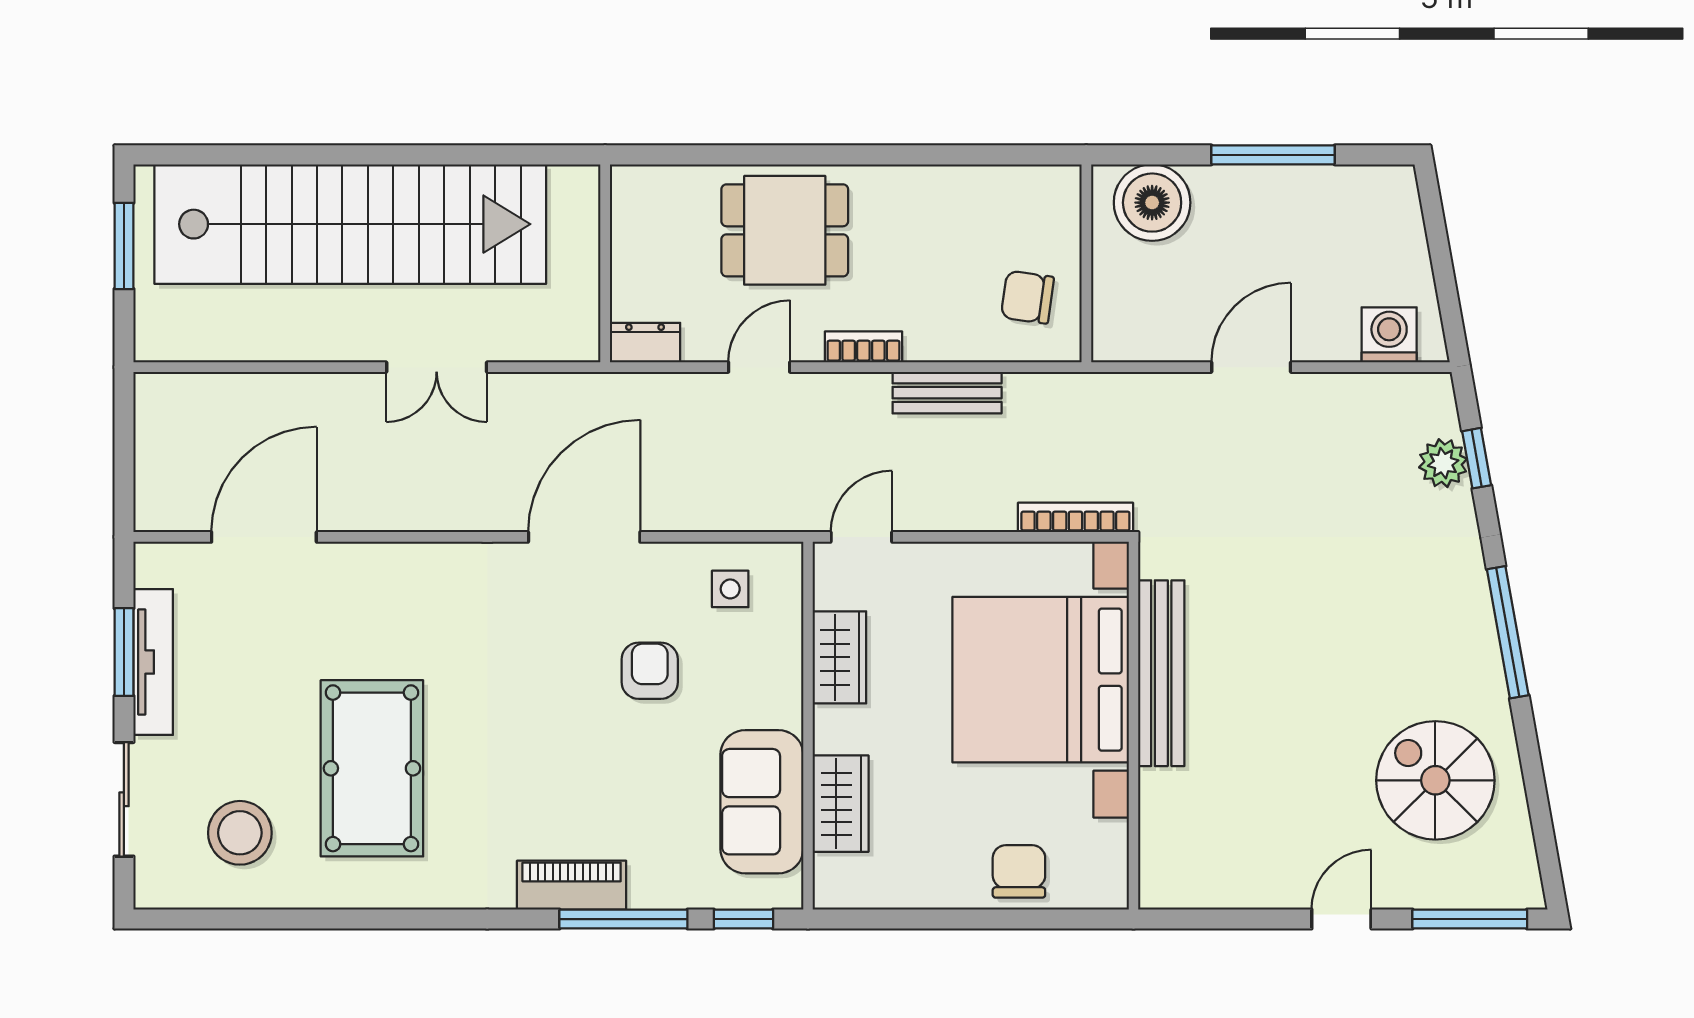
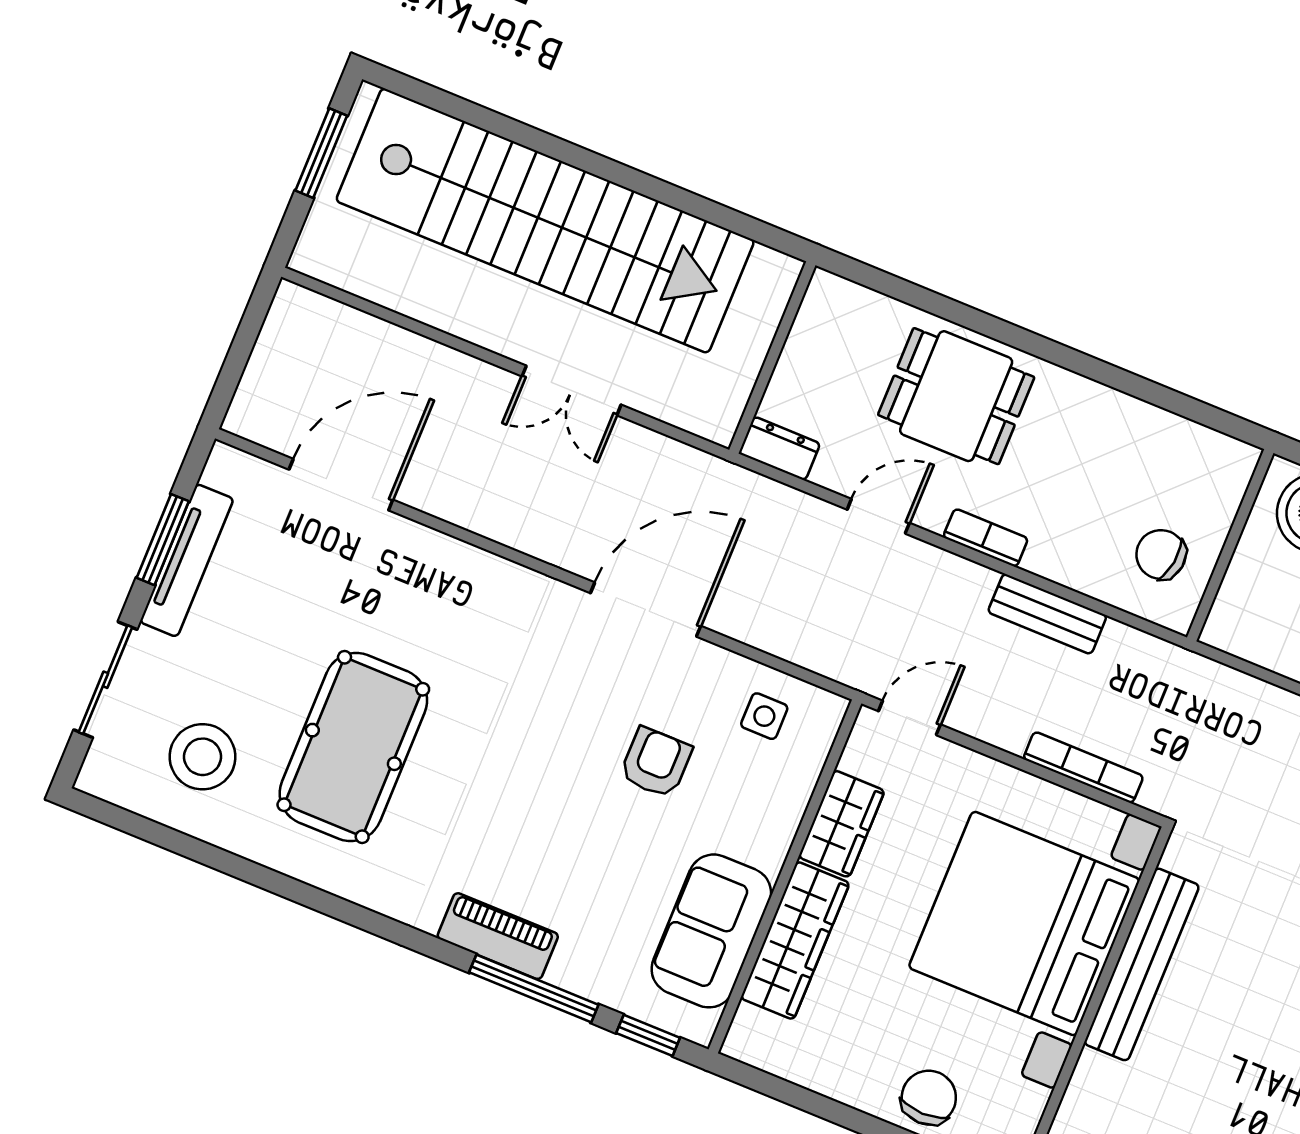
bookcase: (1075, 517) -> (1083, 767), moved
wardrobe: (841, 804) -> (795, 941), width x1.50

